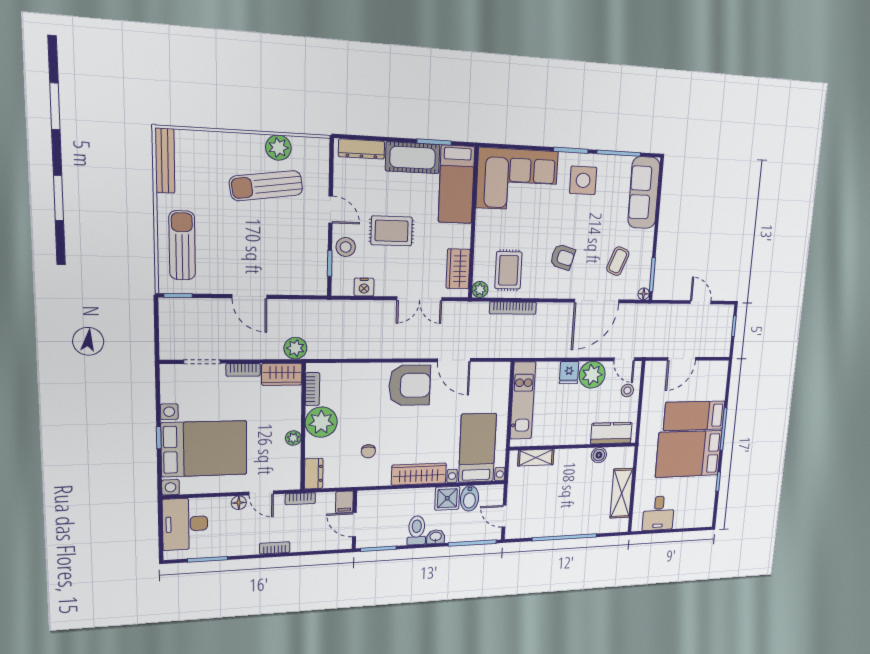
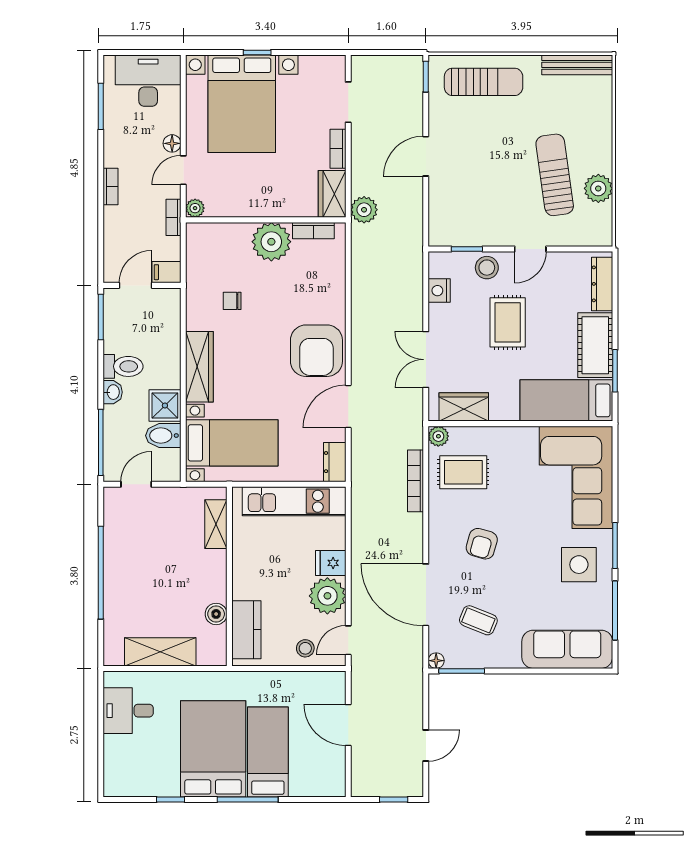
plant: (293, 438) -> (195, 208), moved
dresser: (314, 474) -> (335, 462), moved, turned 90

